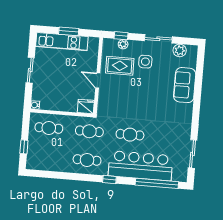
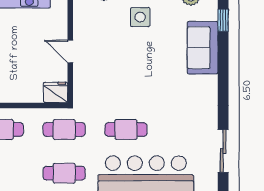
rug: (120, 66) -> (102, 27), removed
window: (200, 68) -> (223, 20), added

